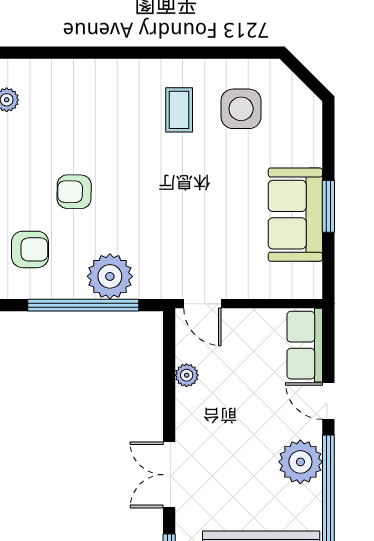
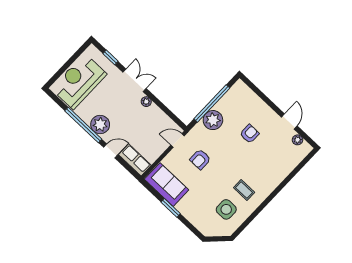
sofa: (295, 215) -> (167, 185), moved
armchair: (30, 249) -> (200, 159), moved
plant: (187, 375) -> (146, 102), moved

